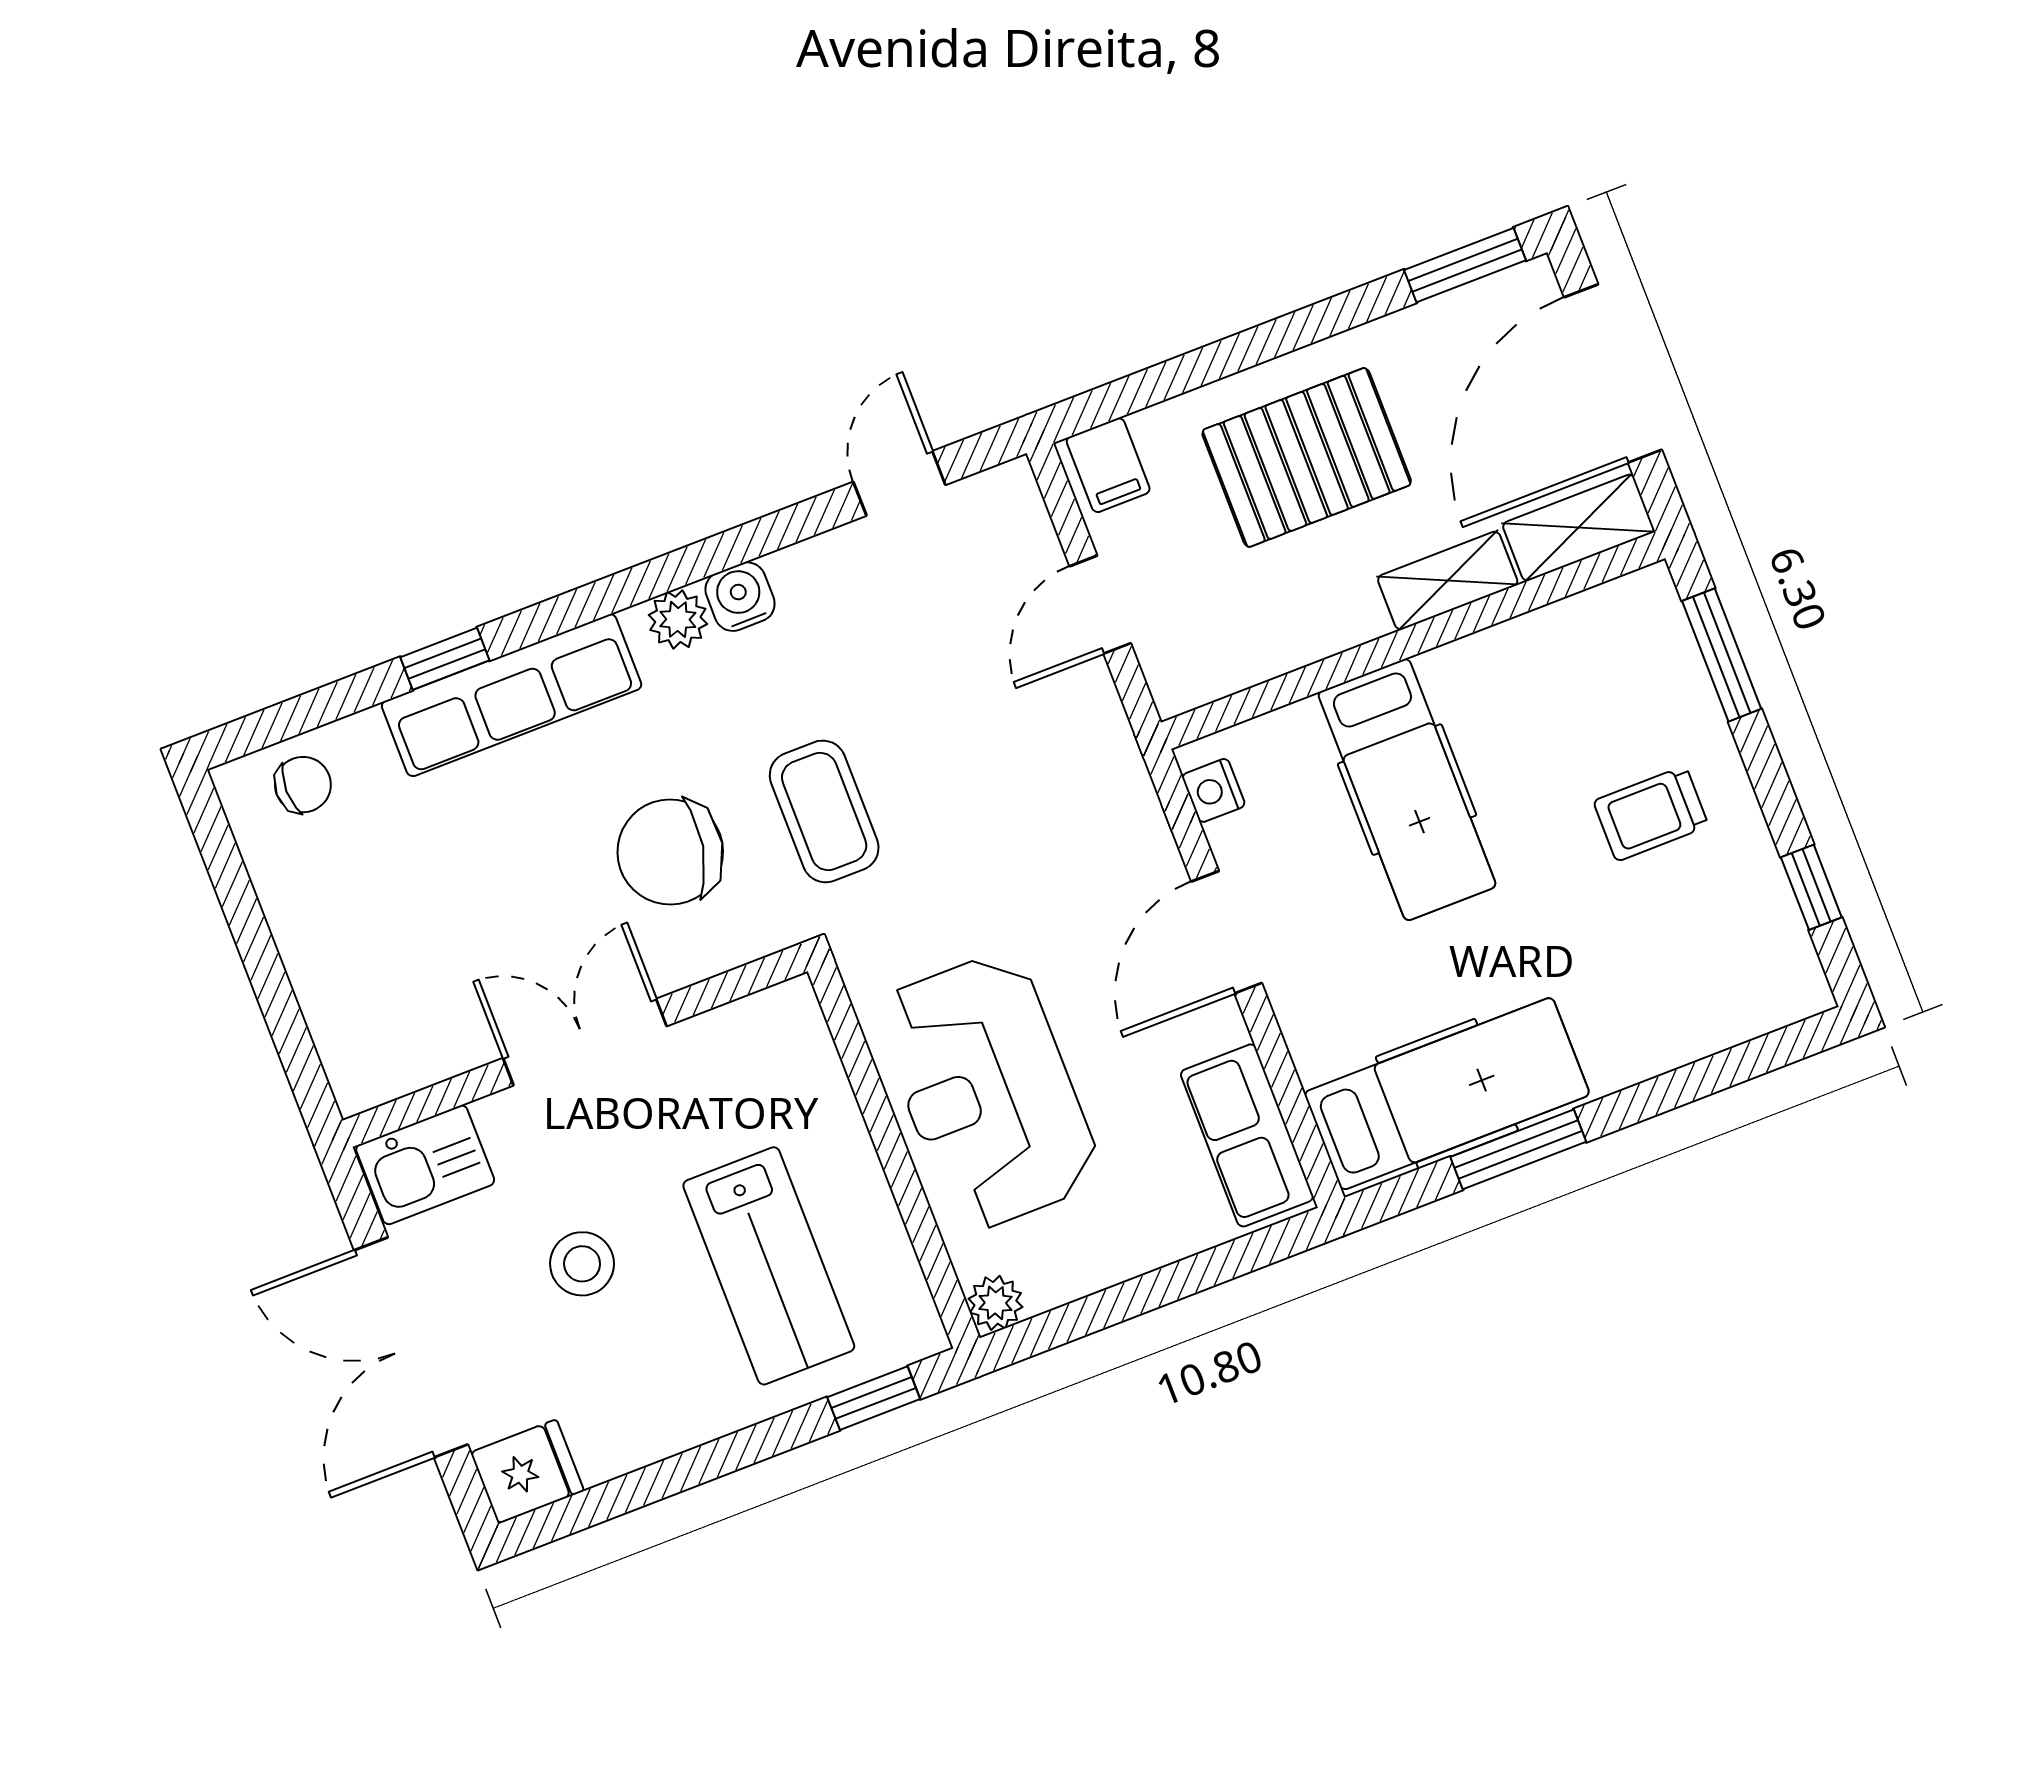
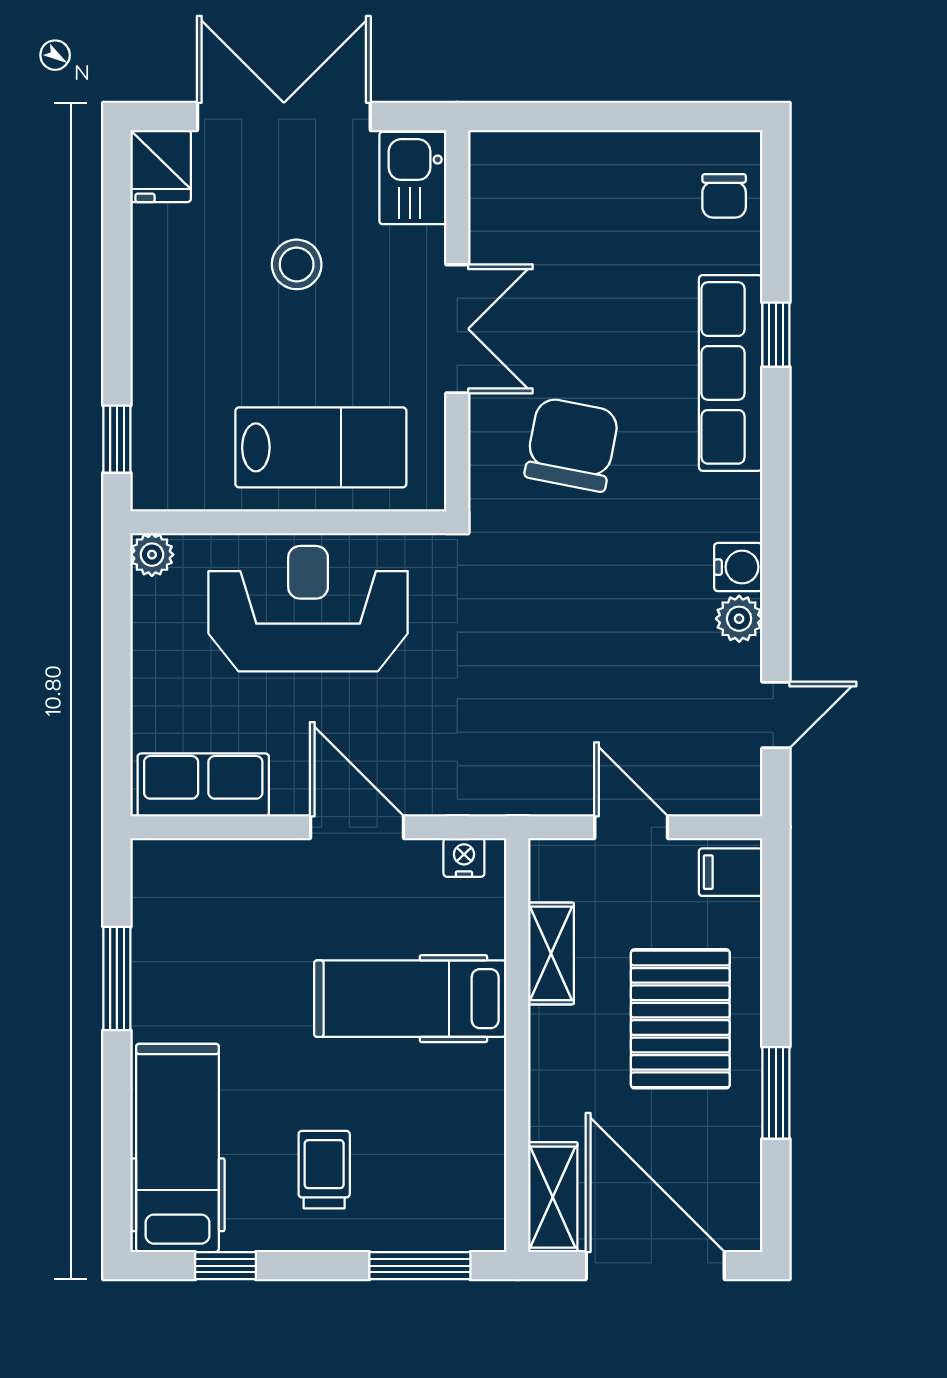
window: (1465, 265) -> (776, 1093), moved
door: (899, 483) -> (776, 715), hinge flipped
shelving: (1448, 581) -> (551, 953), moved
plant: (678, 619) -> (739, 619), moved
coffee table: (824, 811) -> (558, 568), removed
hospital bed: (1447, 1094) -> (178, 1148), moved, turned 180
lab bench: (769, 1266) -> (321, 447), moved, turned 180

